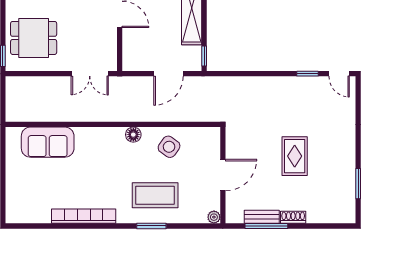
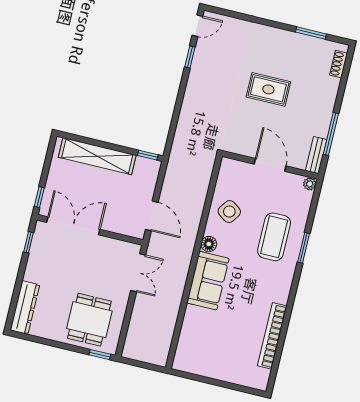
door: (169, 74) -> (152, 216), moved
sofa: (48, 142) -> (208, 281), moved
bookcase: (84, 216) -> (272, 336), moved
bench: (262, 217) -> (316, 155), moved
shoe rack: (293, 217) -> (339, 64), moved

